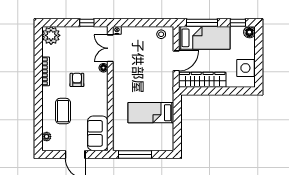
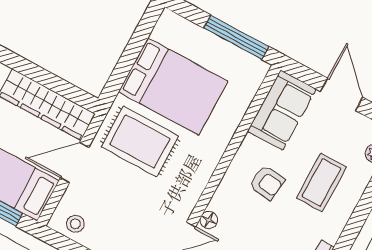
armchair: (77, 80) -> (267, 182), moved, turned -83
rug: (152, 86) -> (140, 141), added
bed: (151, 113) -> (173, 86), width x1.50

